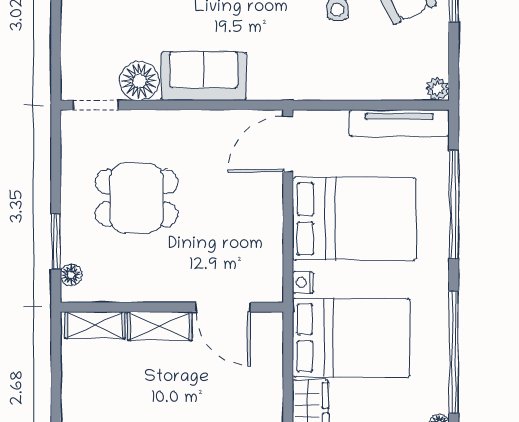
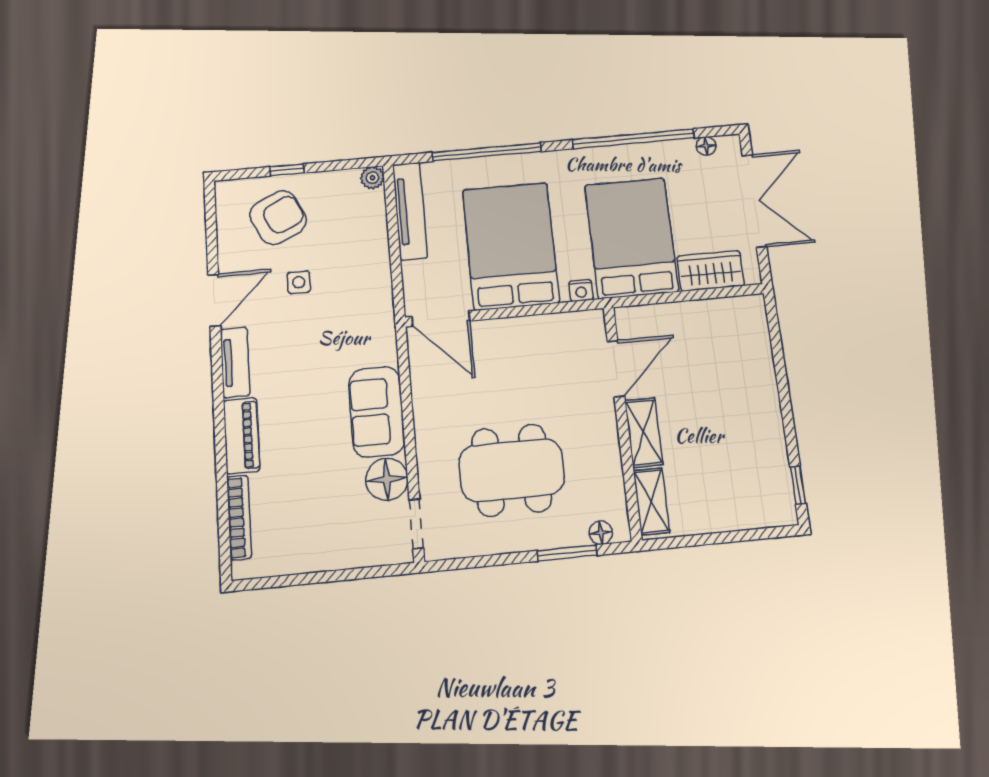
dining table: (137, 198) -> (512, 470), width x1.38

